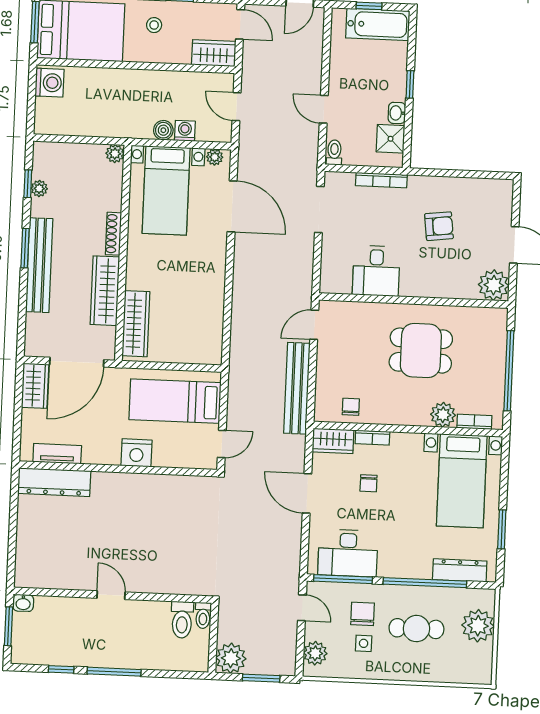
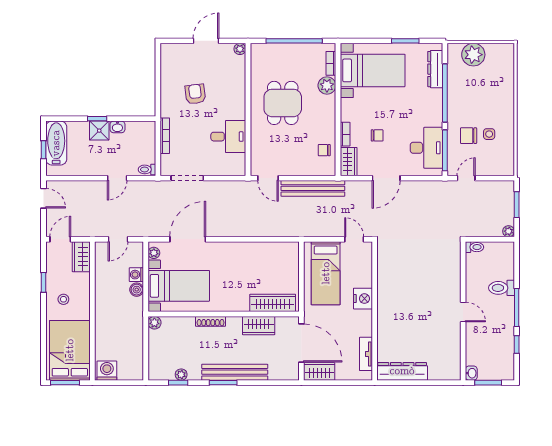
shower: (391, 139) -> (99, 131), moved
plant: (494, 285) -> (240, 49), width x0.53, depth x0.53
wardrobe: (105, 291) -> (259, 326), width x0.67
dresser: (54, 482) -> (402, 371), moved, turned -90
door: (111, 595) -> (463, 312), swing flipped
toilet: (182, 620) -> (502, 288), moved, turned 180
cafe table: (416, 629) -> (477, 98), removed
plant: (315, 653) -> (497, 168), removed
plant: (231, 658) -> (509, 231), width x0.53, depth x0.53

